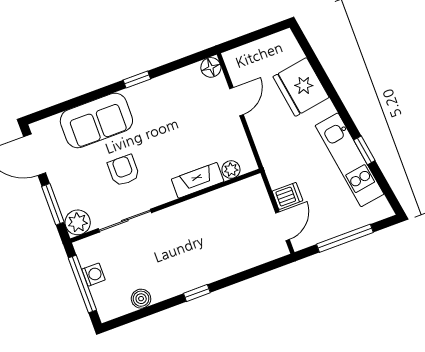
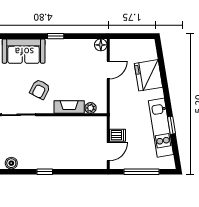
armchair: (124, 170) -> (40, 89), moved, turned -153

